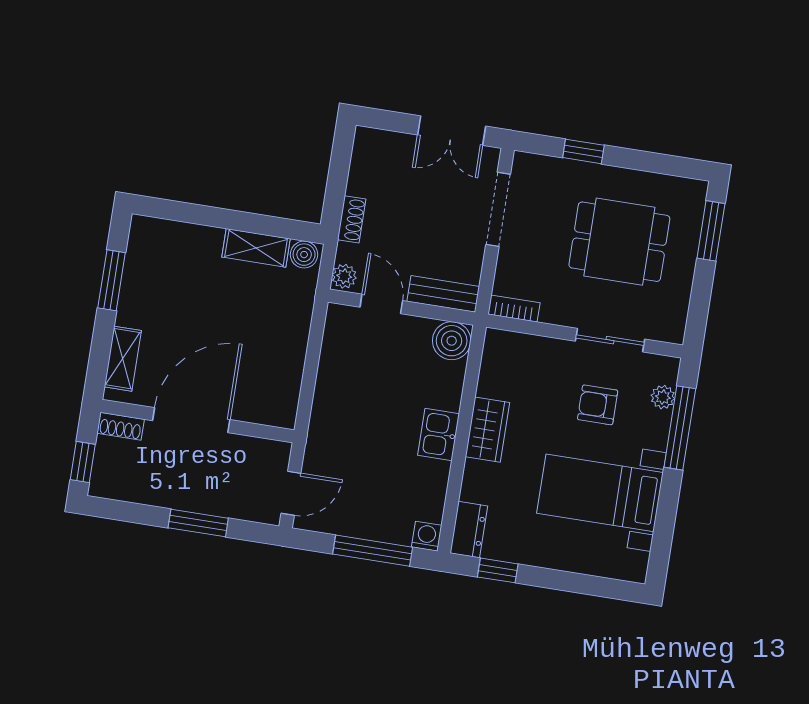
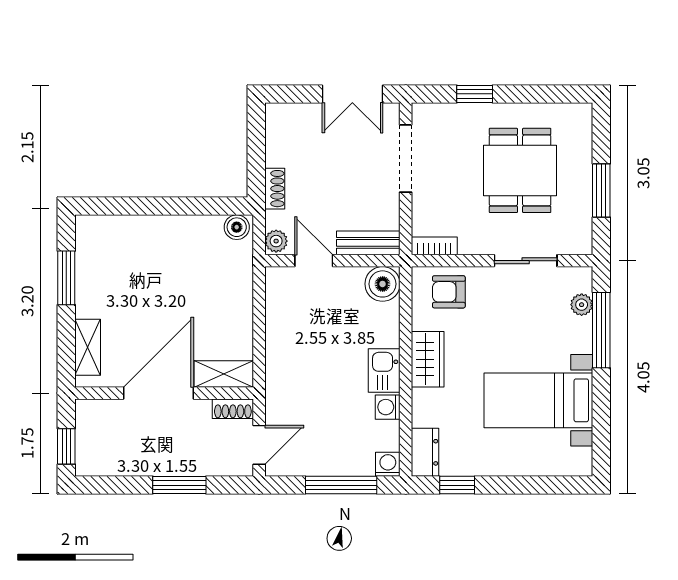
window: (711, 231) -> (601, 190), moved
dining table: (619, 242) -> (520, 170), turned 90
shelving: (256, 248) -> (224, 374), moved
armchair: (598, 405) -> (449, 292), moved
shoe rack: (121, 426) -> (233, 409), moved
washing machine: (436, 474) -> (388, 407), added

